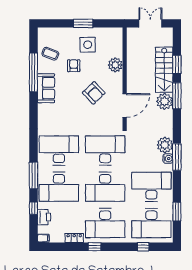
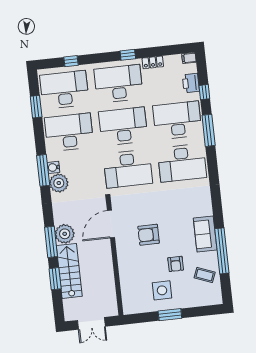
plant: (115, 65) -> (127, 270), removed
armchair: (94, 93) -> (149, 235), turned -46
desk: (151, 187) -> (69, 132), turned 180

